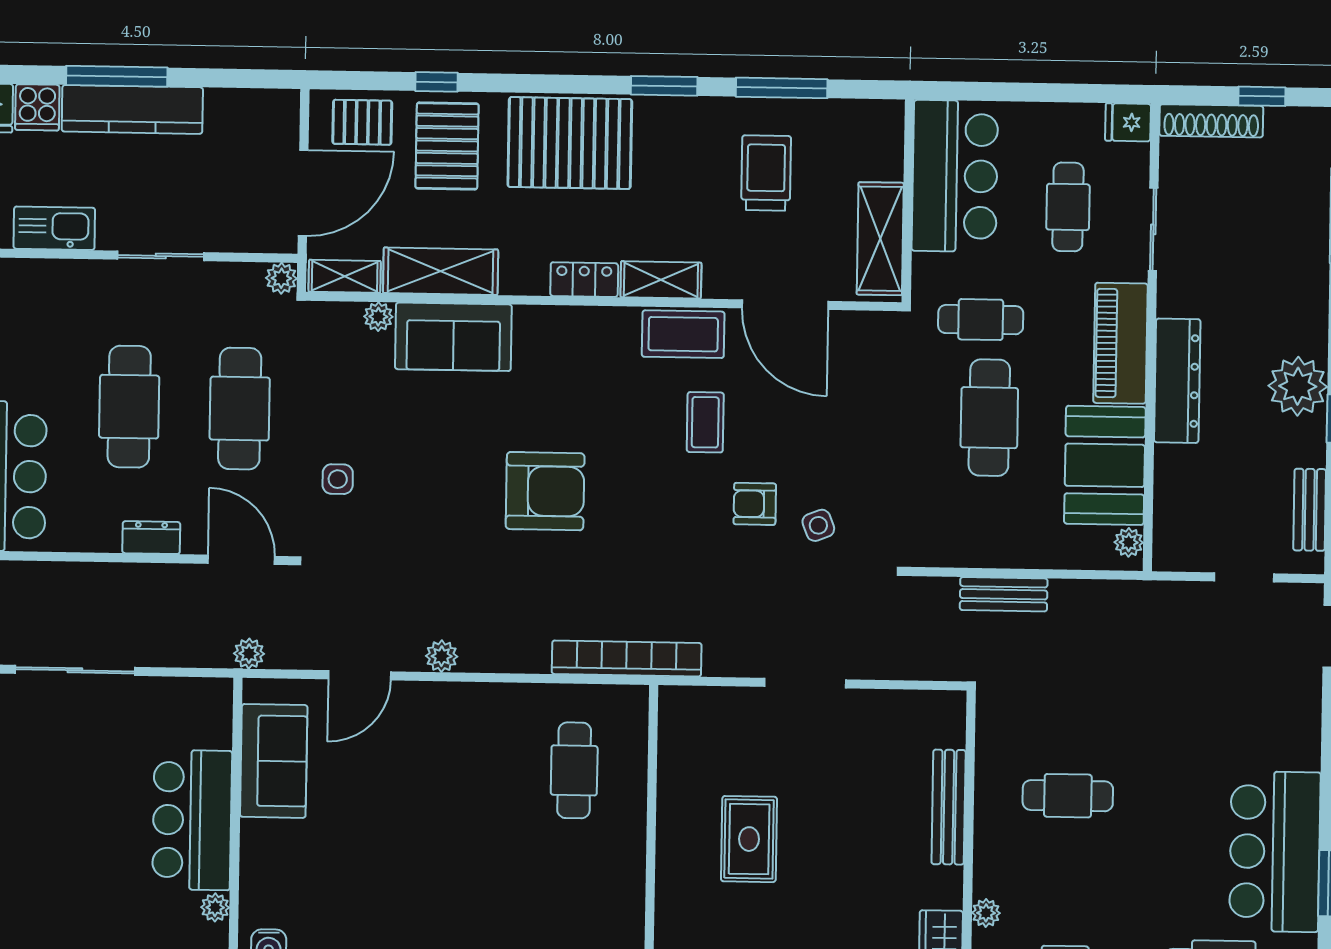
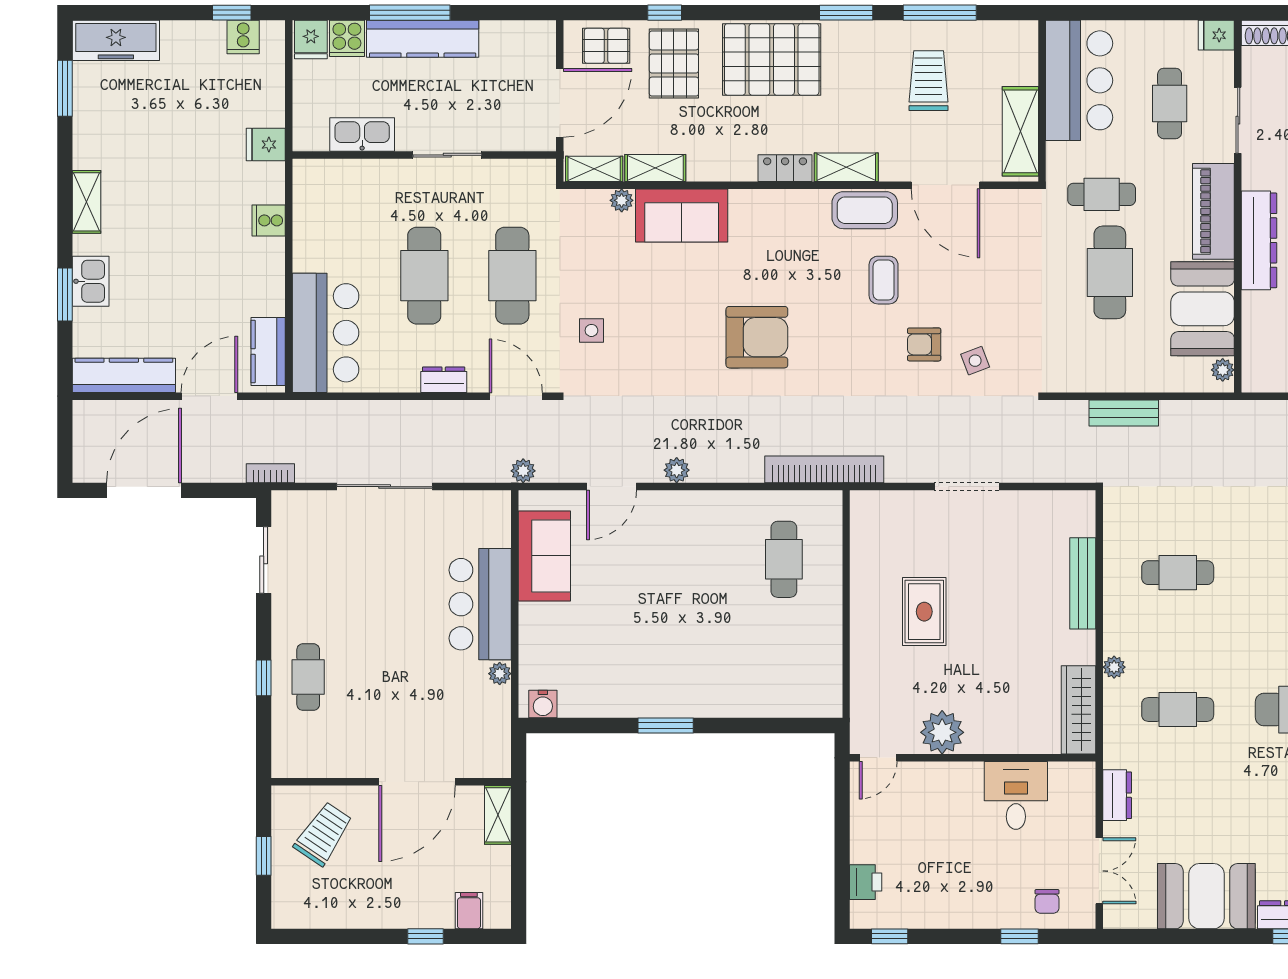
shelving: (441, 271) -> (655, 168), width x0.67, depth x0.75
plant: (281, 278) -> (544, 171), removed

